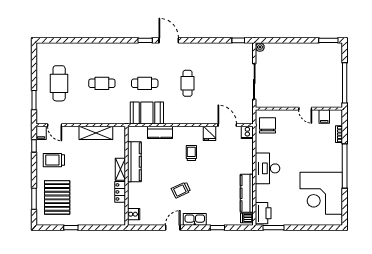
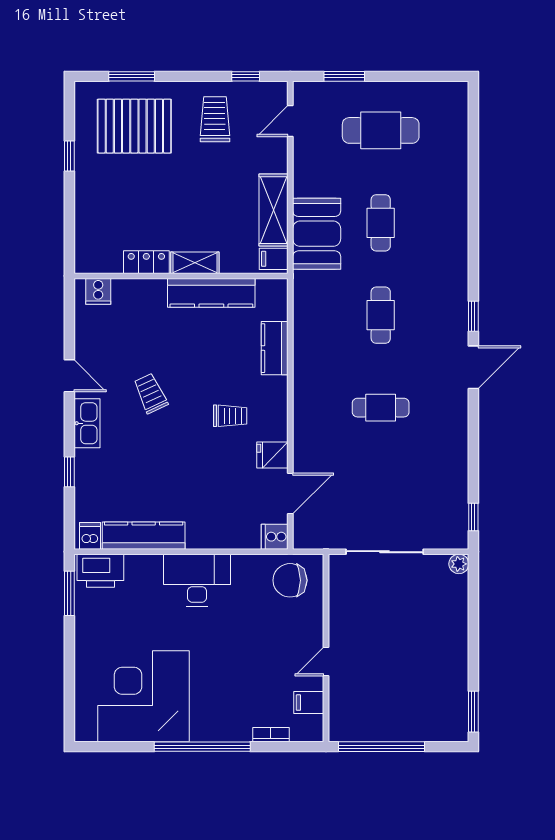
booth: (147, 113) -> (317, 234), moved
chair: (268, 125) -> (290, 580), turned 180
filing cabinet: (41, 133) -> (274, 259), moved

